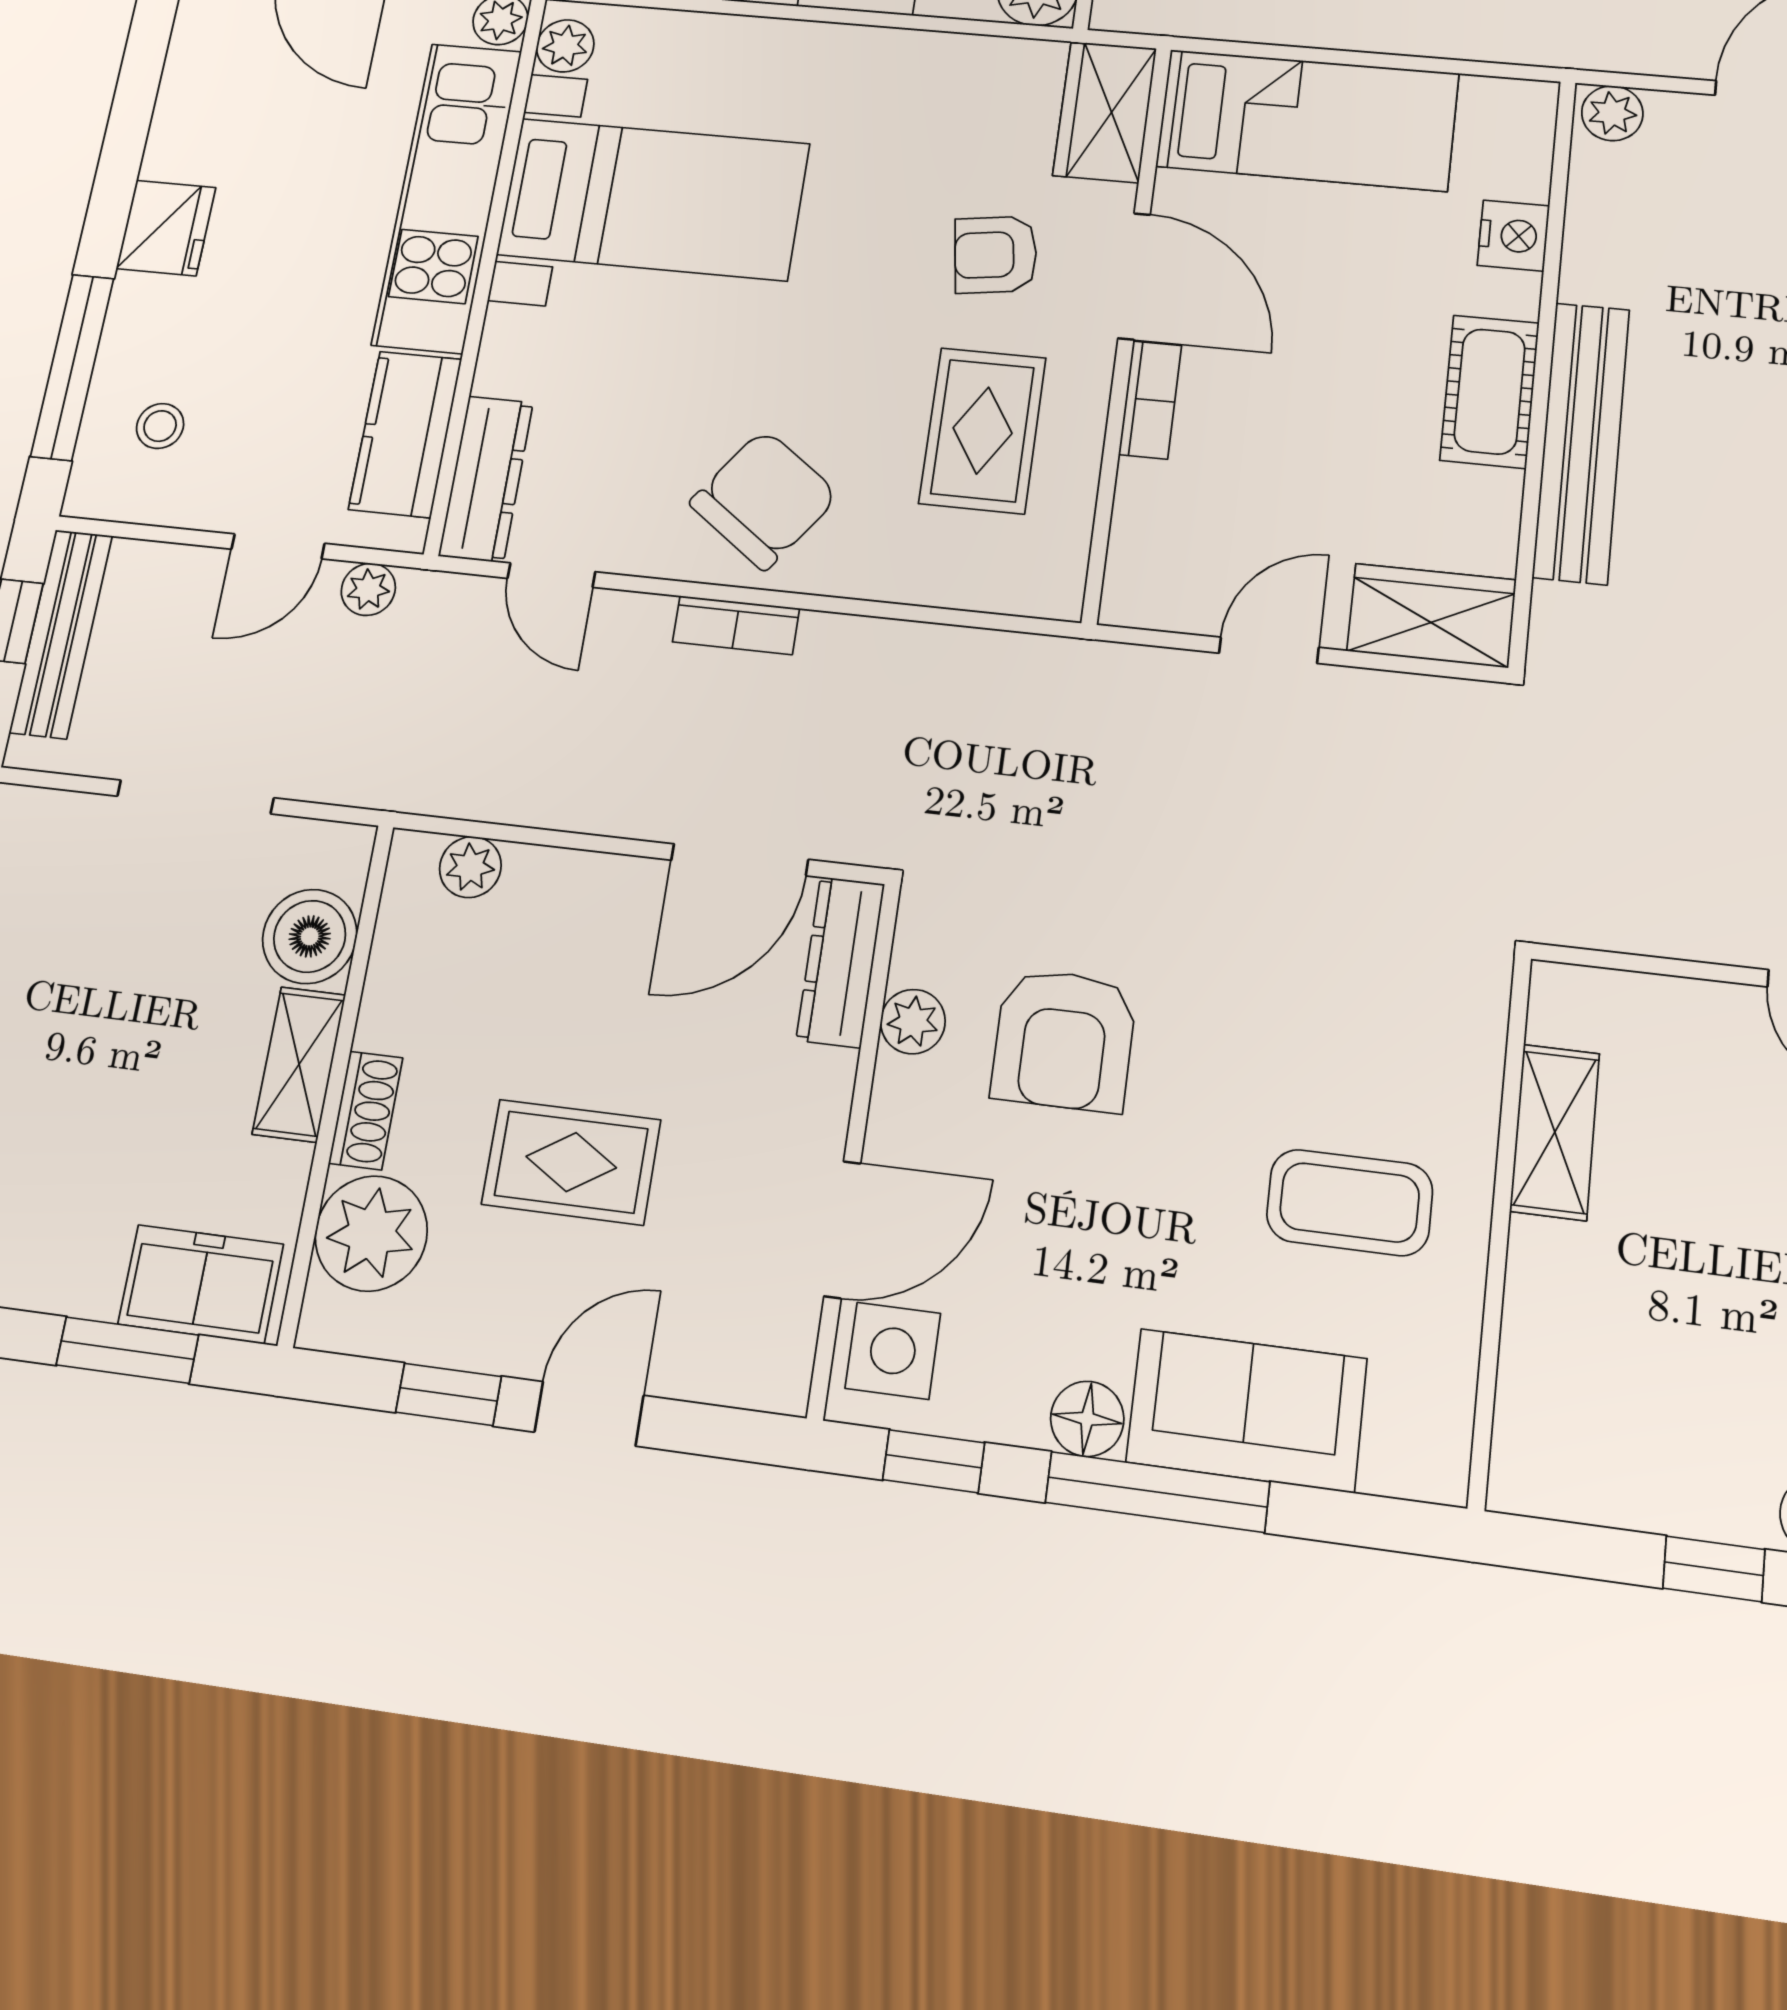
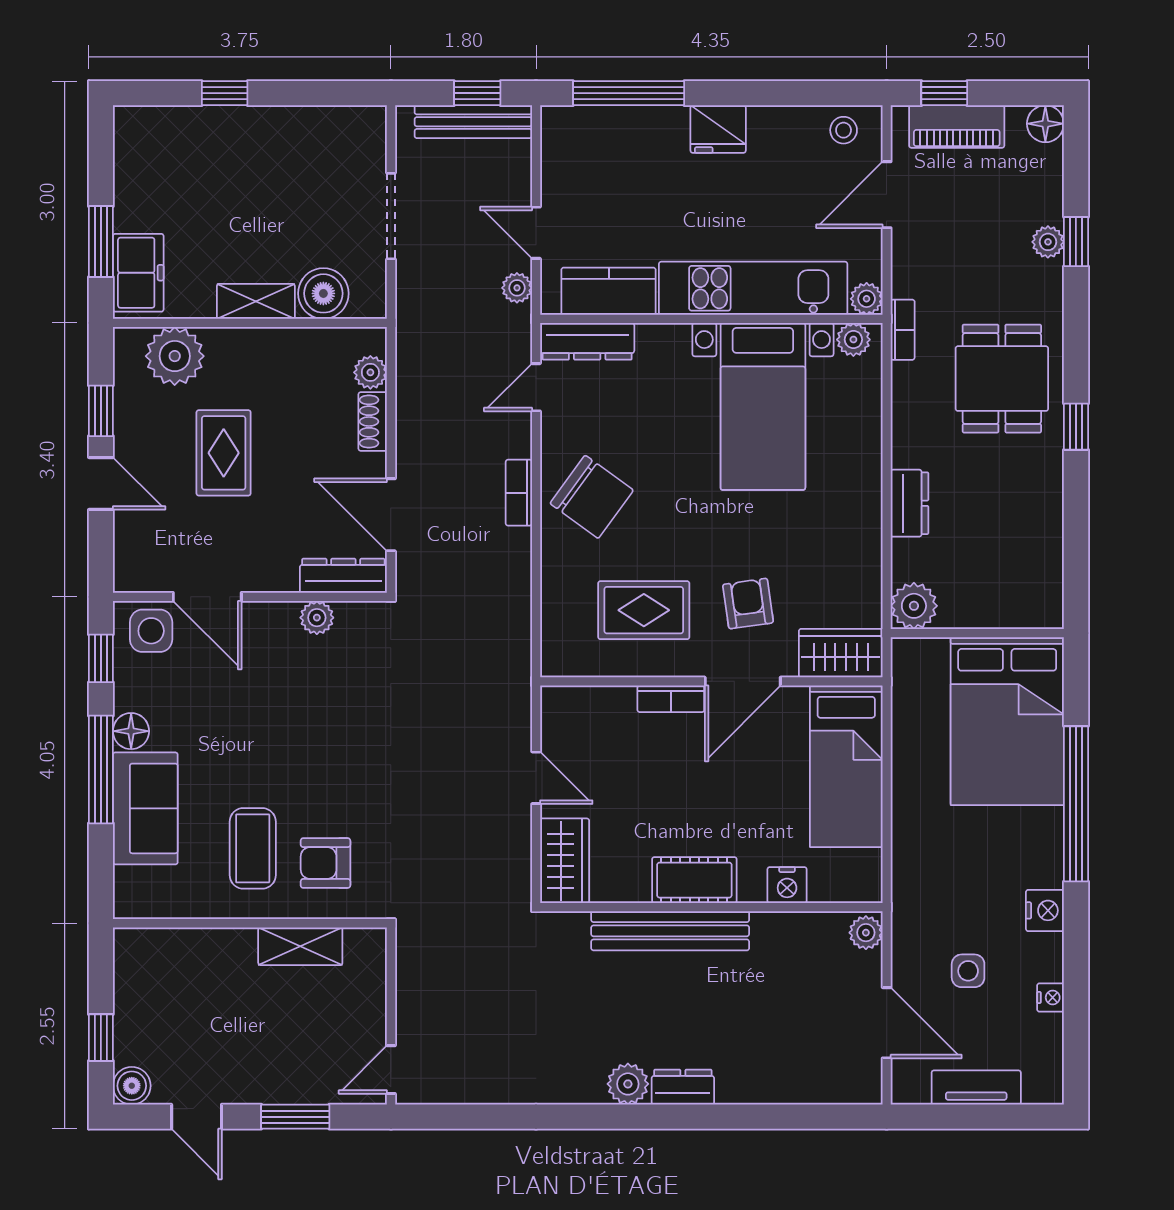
stool: (160, 426) -> (844, 130), moved
armchair: (1064, 1040) -> (325, 863), moved, width x0.72, depth x0.72
shoe rack: (366, 1110) -> (373, 422), moved, turned 90

